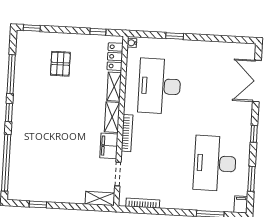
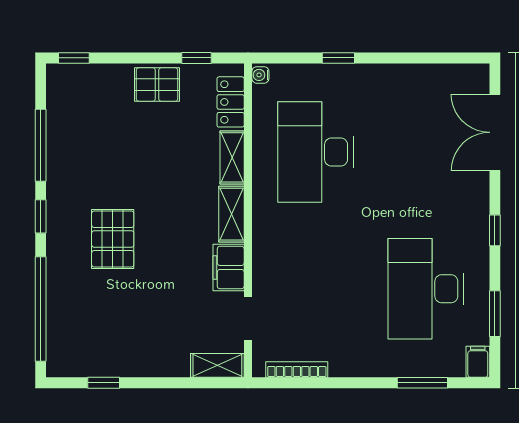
pallet: (60, 64) -> (157, 84), moved, turned 90
pallet: (47, 127) -> (113, 239), added
bookcase: (127, 133) -> (261, 242), removed

